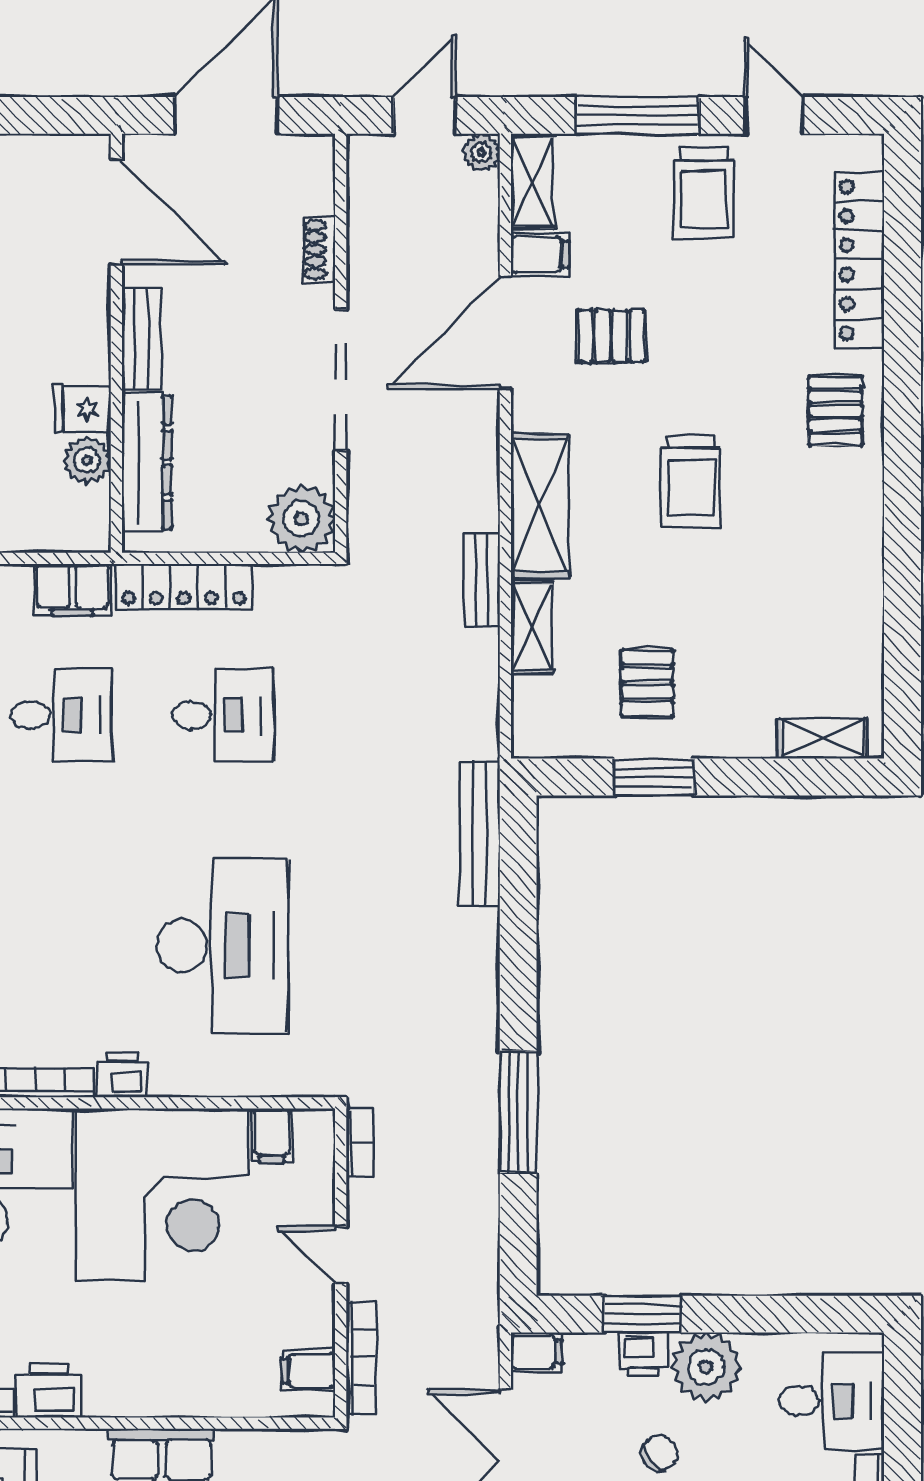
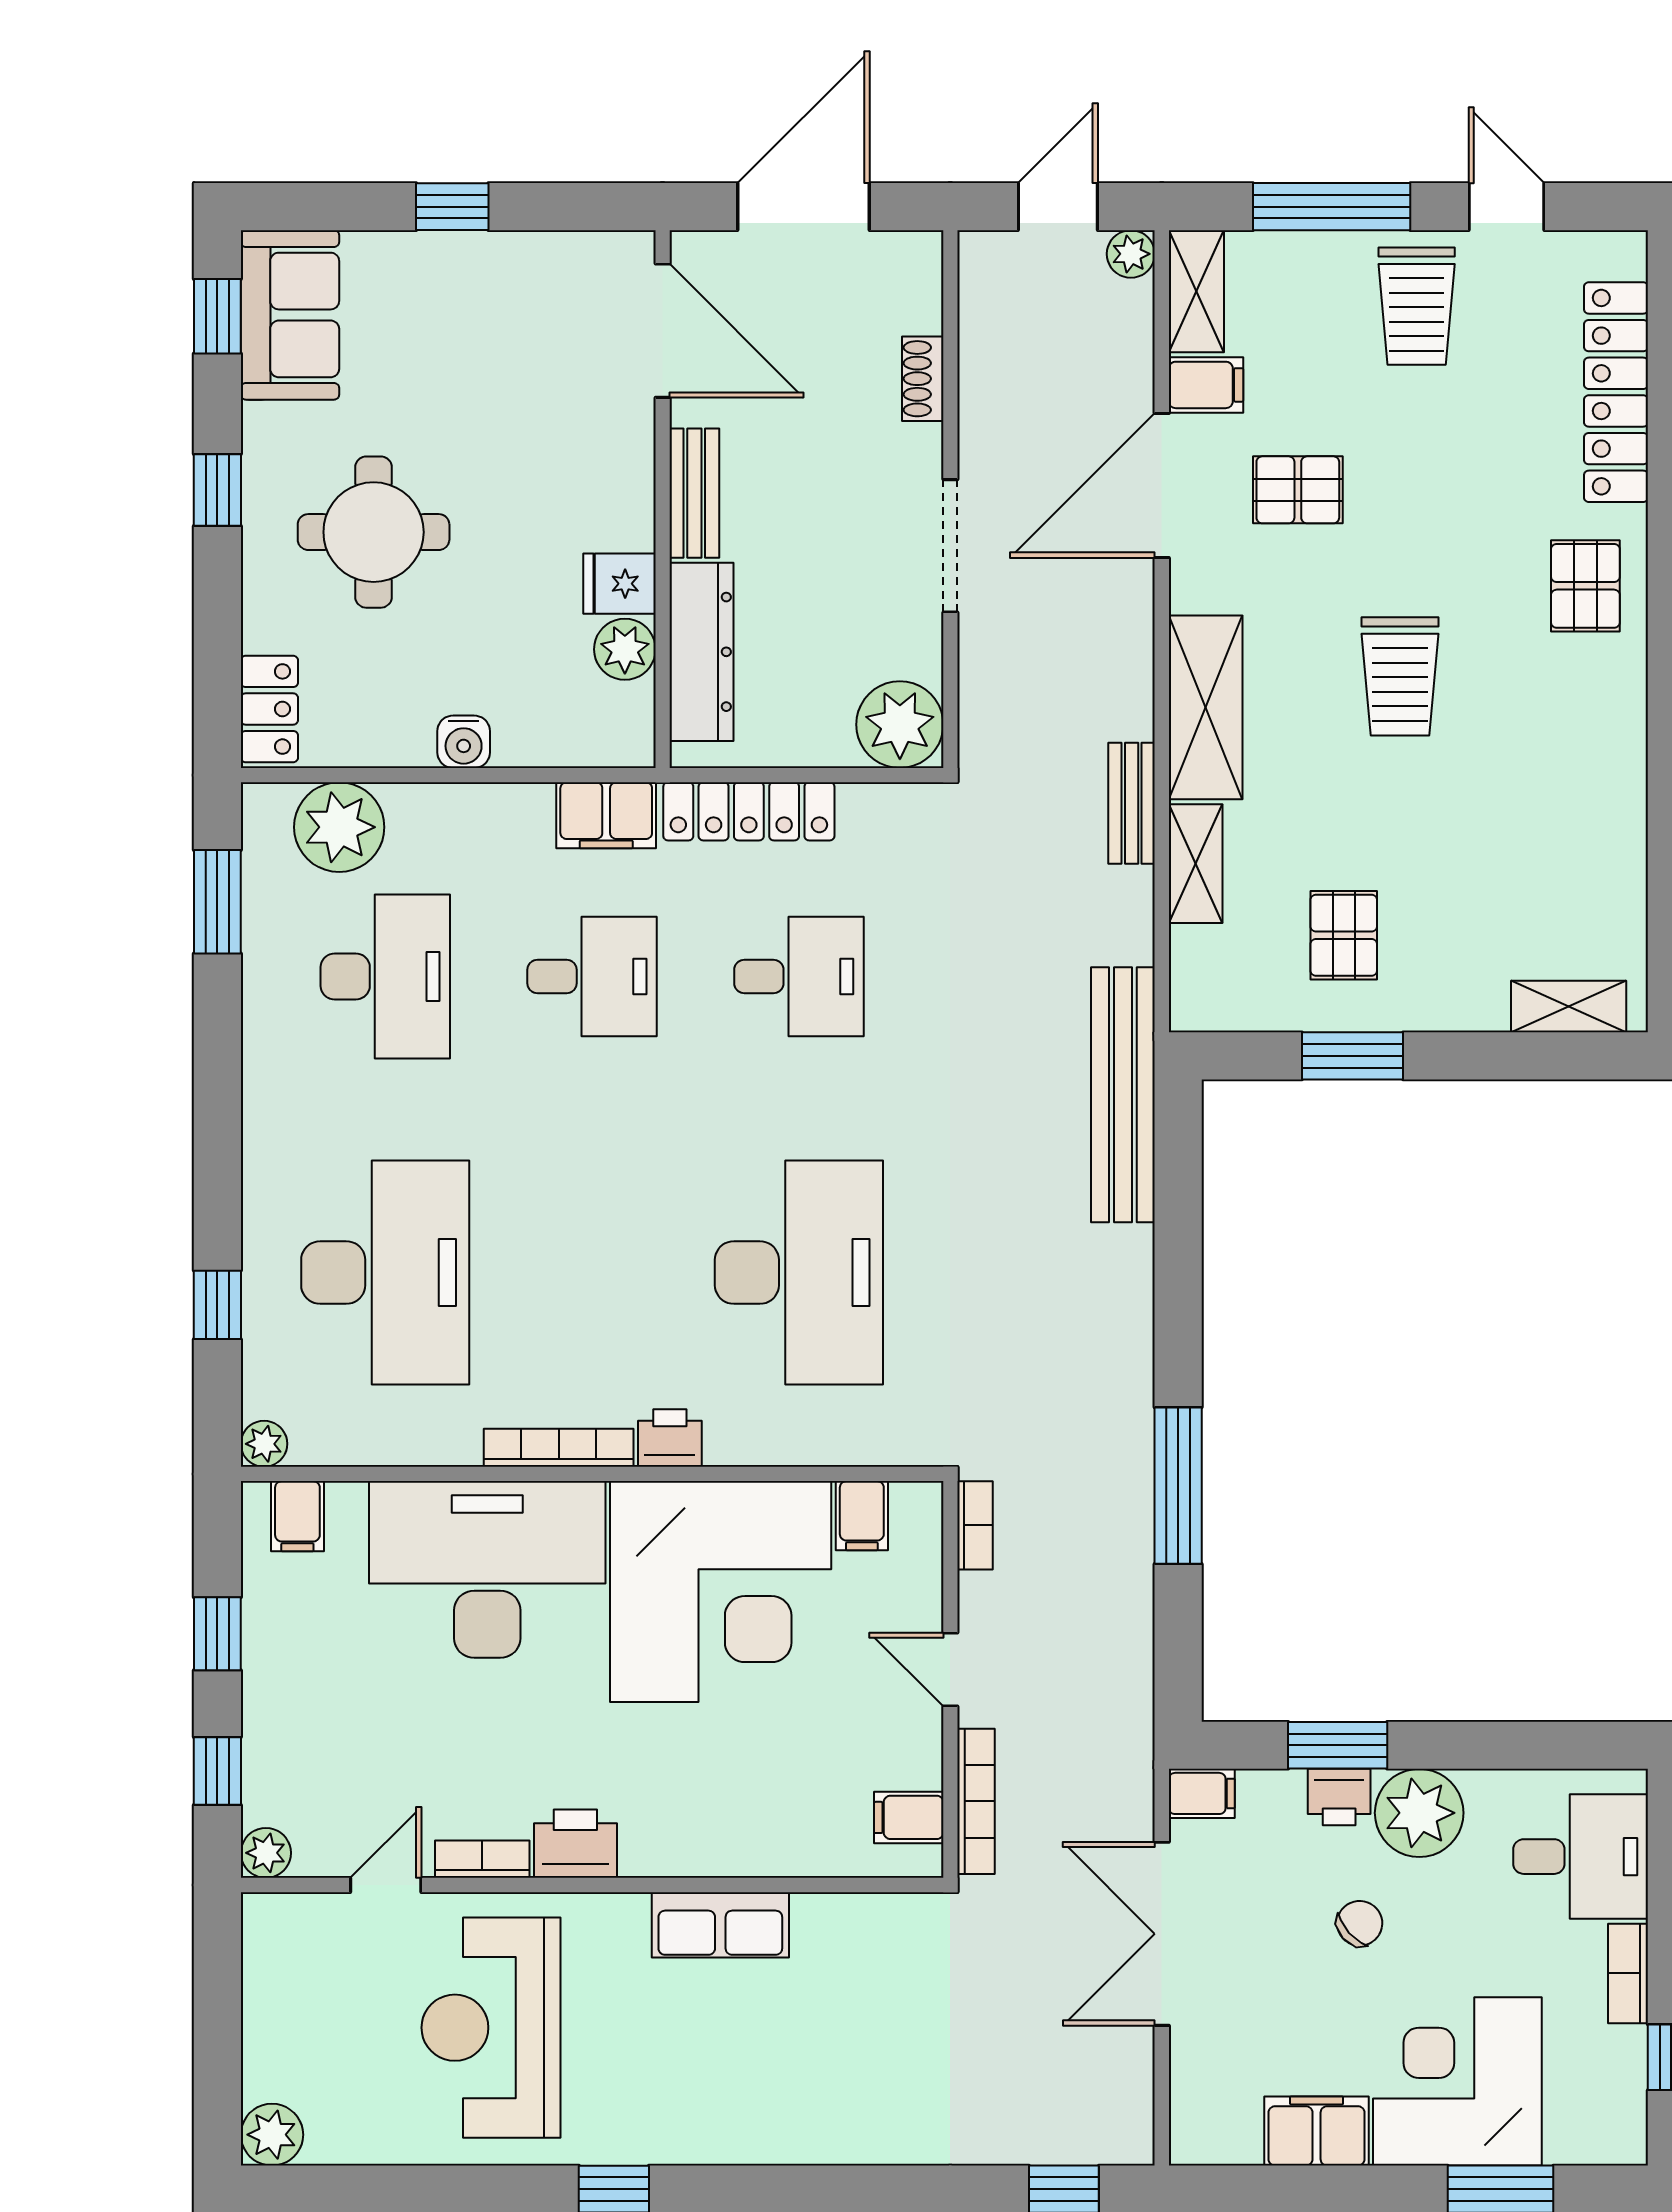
doorway: (341, 380) -> (950, 546), width x0.73
bench: (480, 834) -> (1123, 1095), width x1.37, depth x1.21

